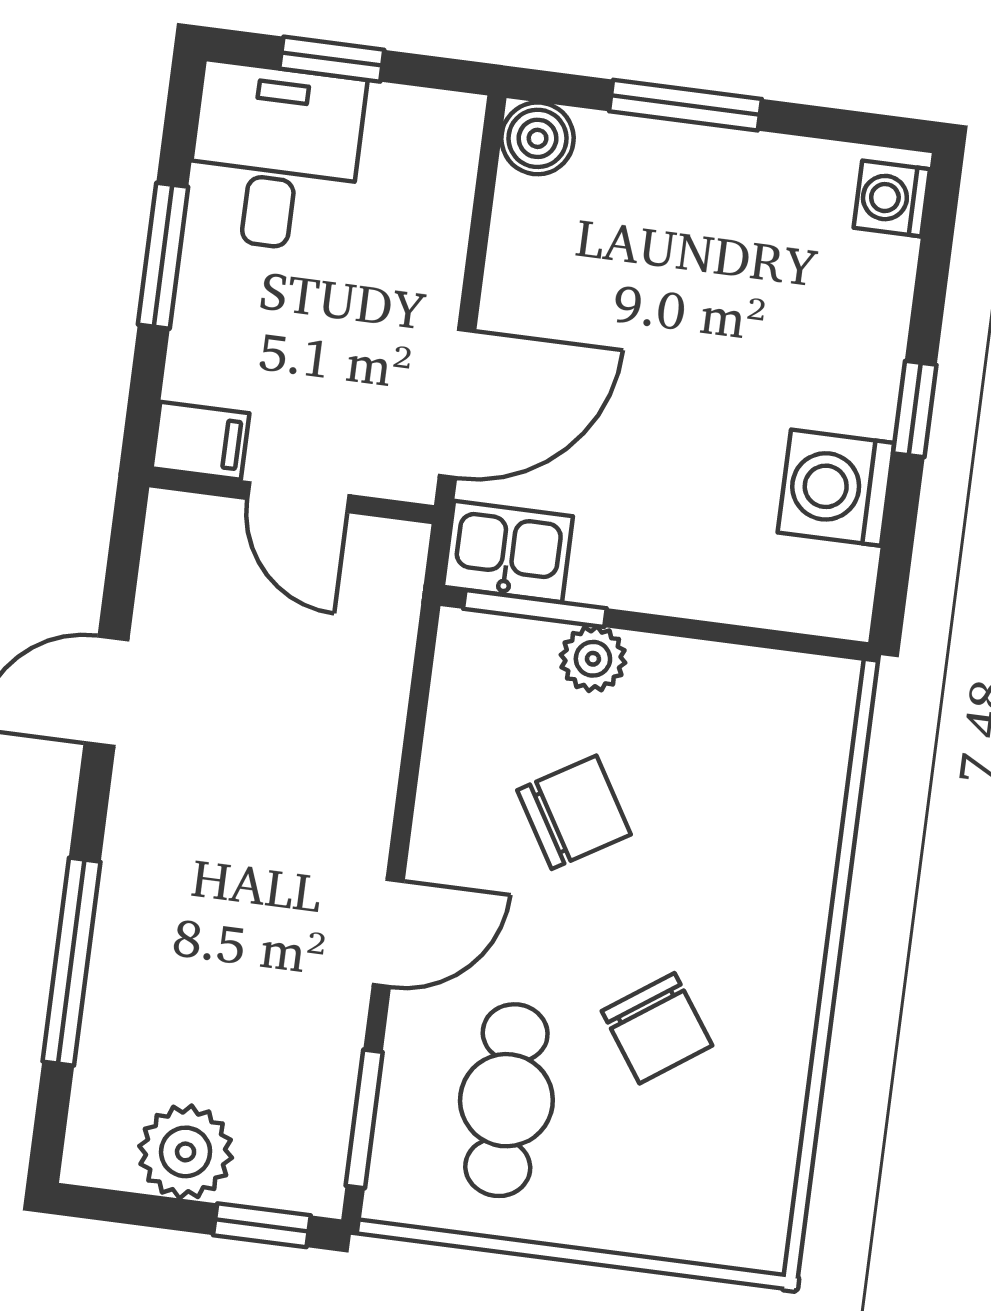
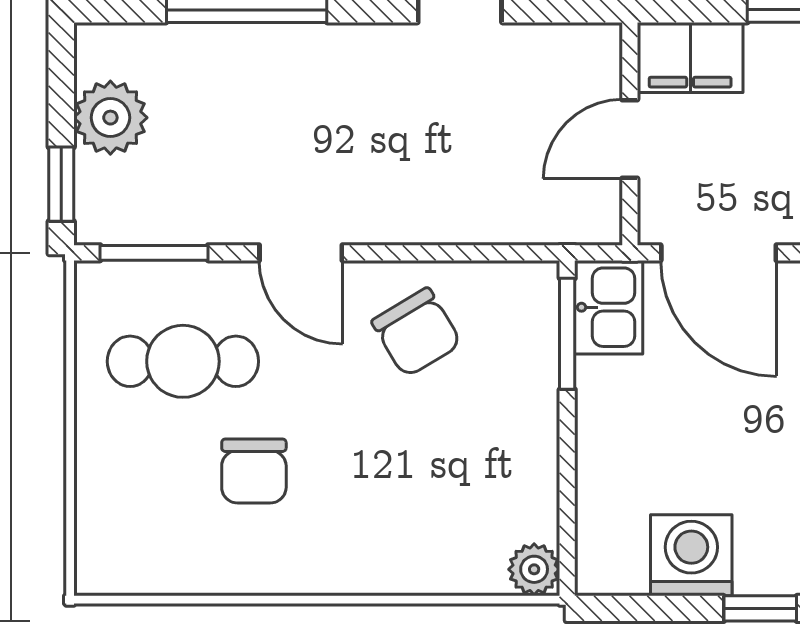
filing cabinet: (201, 441) -> (690, 58), width x2.00
plant: (593, 659) -> (534, 569), moved
chair: (574, 812) -> (417, 332), moved
chair: (657, 1028) -> (254, 471), turned -55

